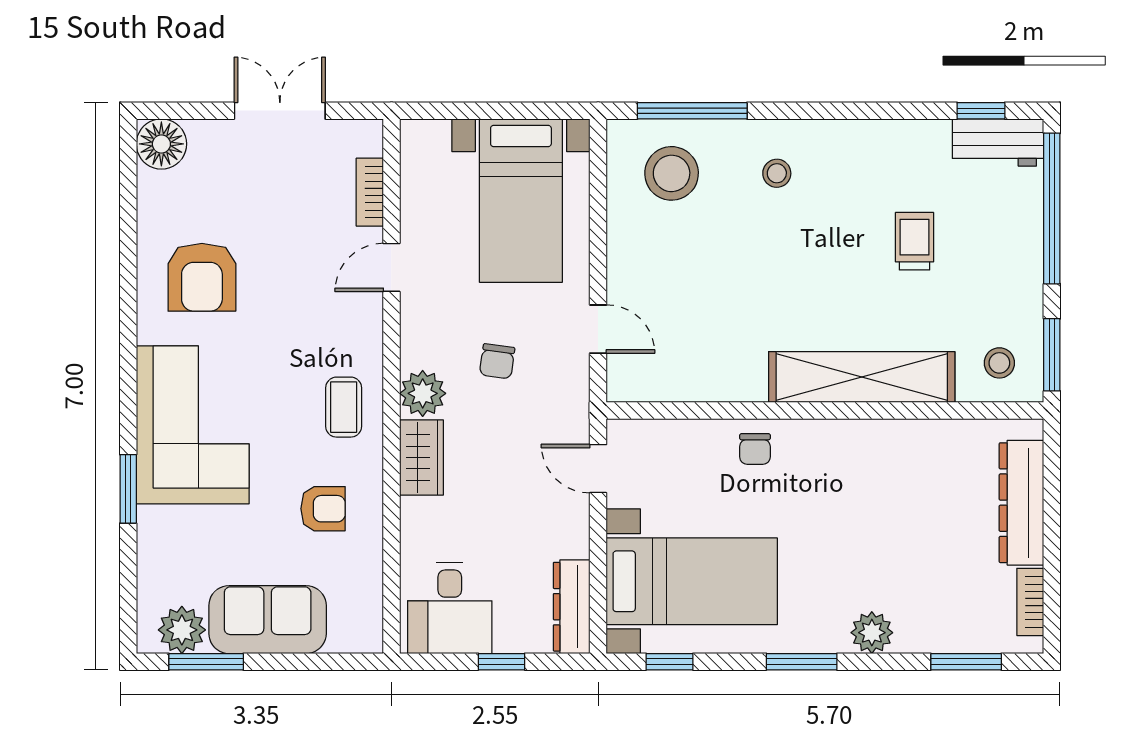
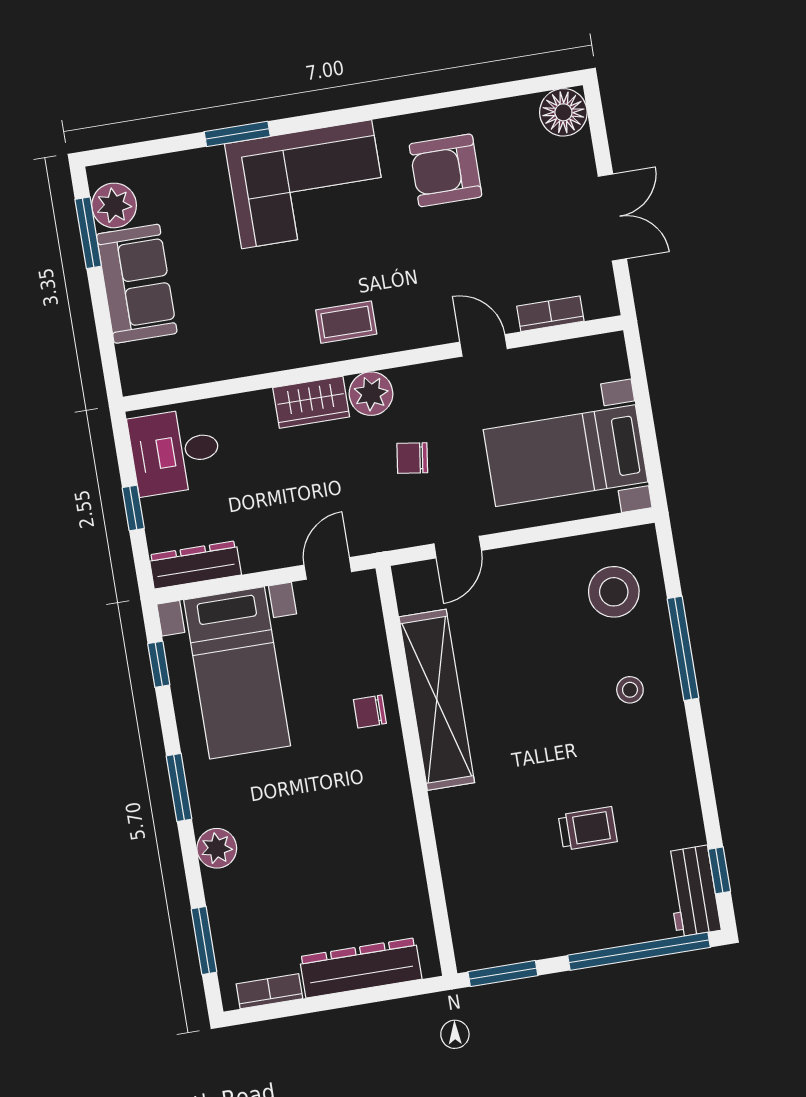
window: (692, 111) -> (683, 648), moved
stool: (999, 363) -> (487, 926), removed
shelving: (862, 377) -> (437, 700), moved
armchair: (323, 509) -> (248, 318), removed

